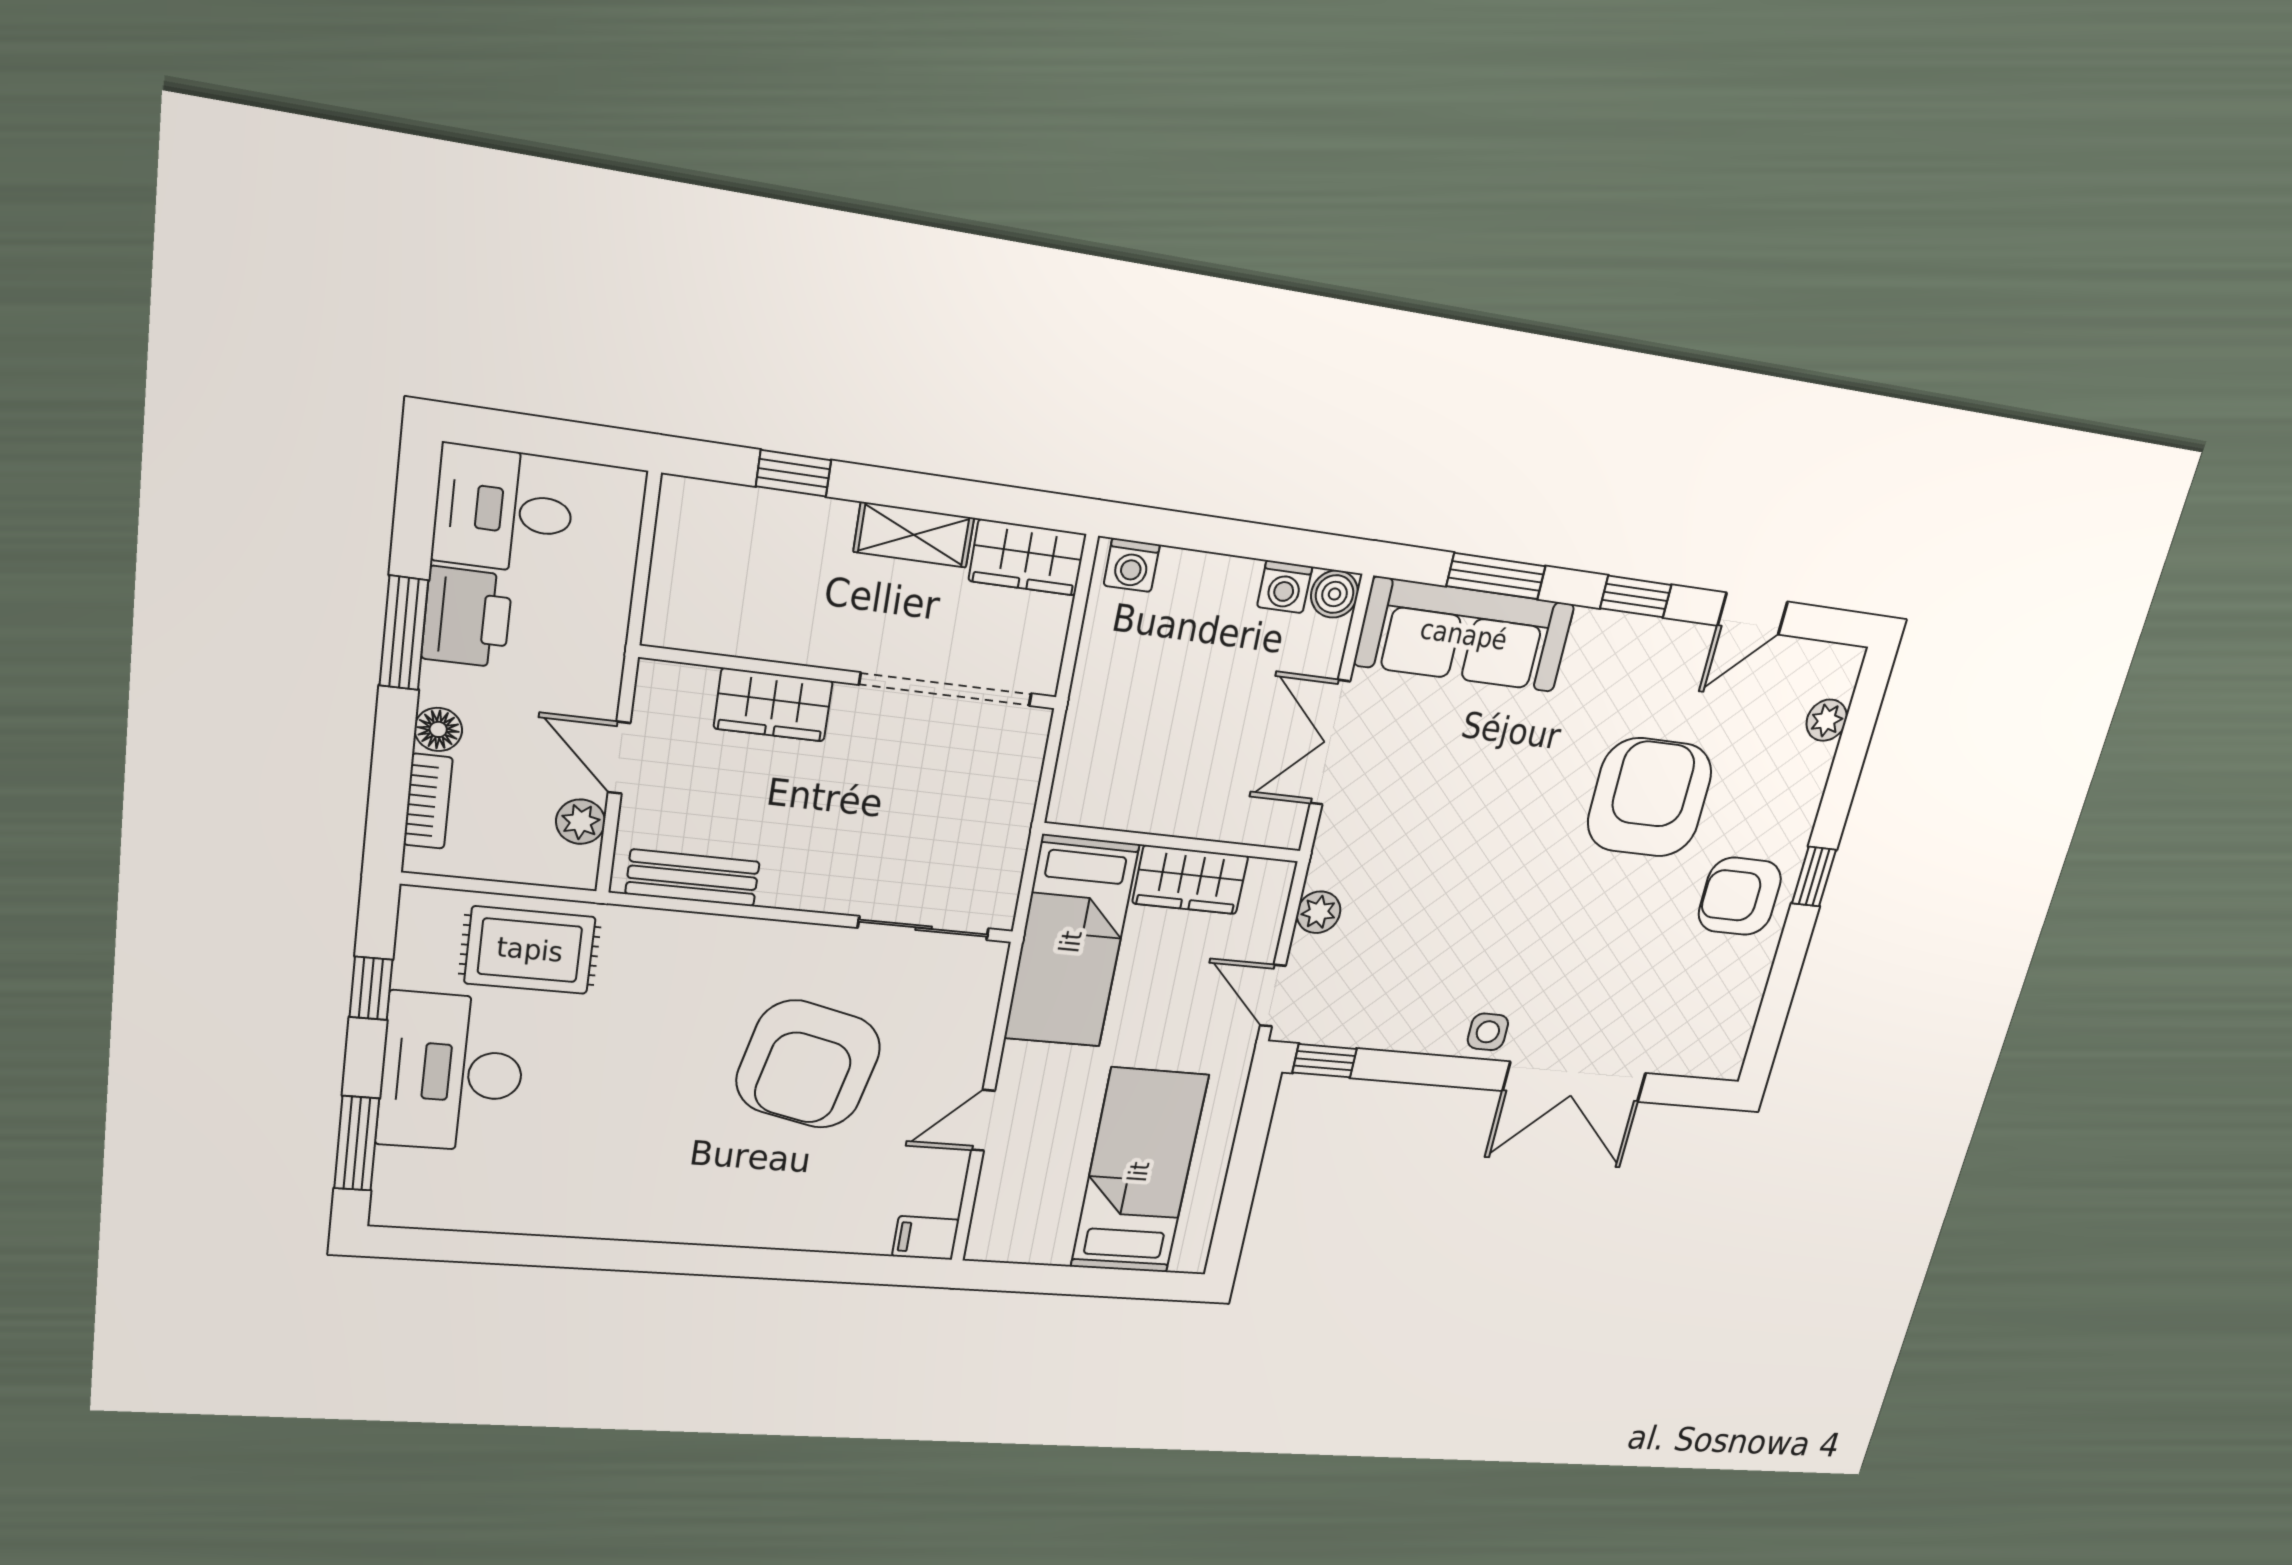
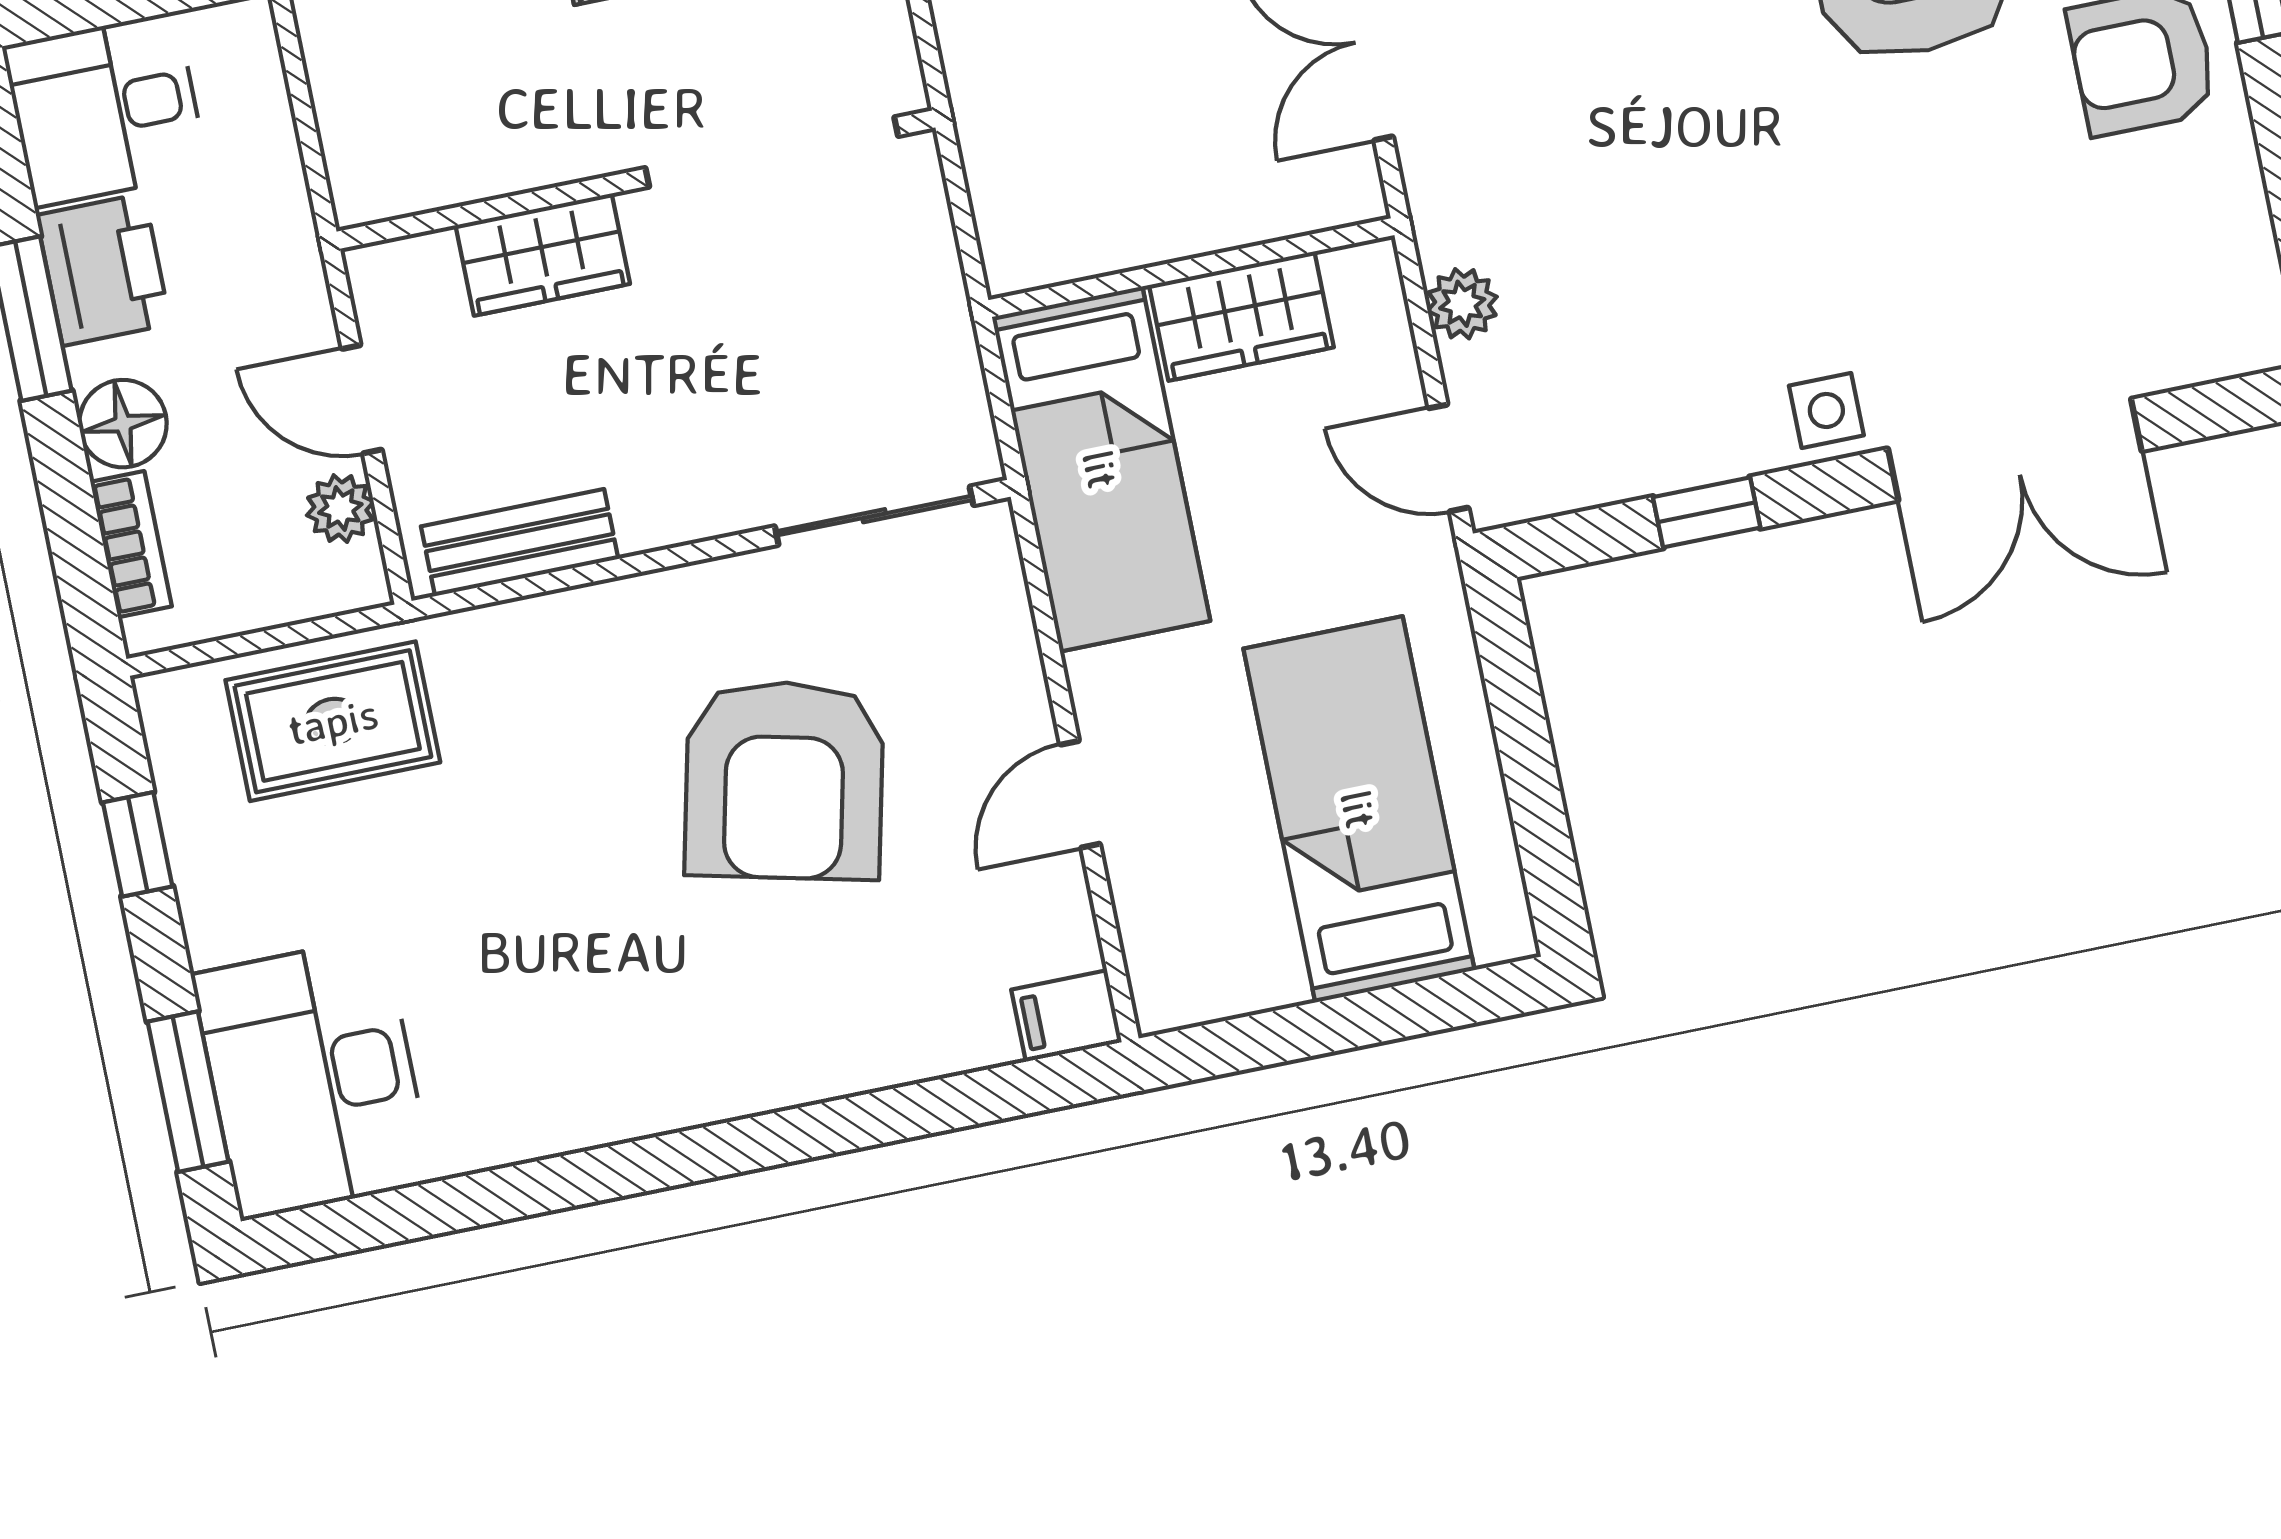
floor lamp: (438, 729) -> (123, 424), width x1.37, depth x1.37
window: (1325, 1061) -> (1707, 512), moved
desk: (452, 1073) -> (313, 1078), moved

